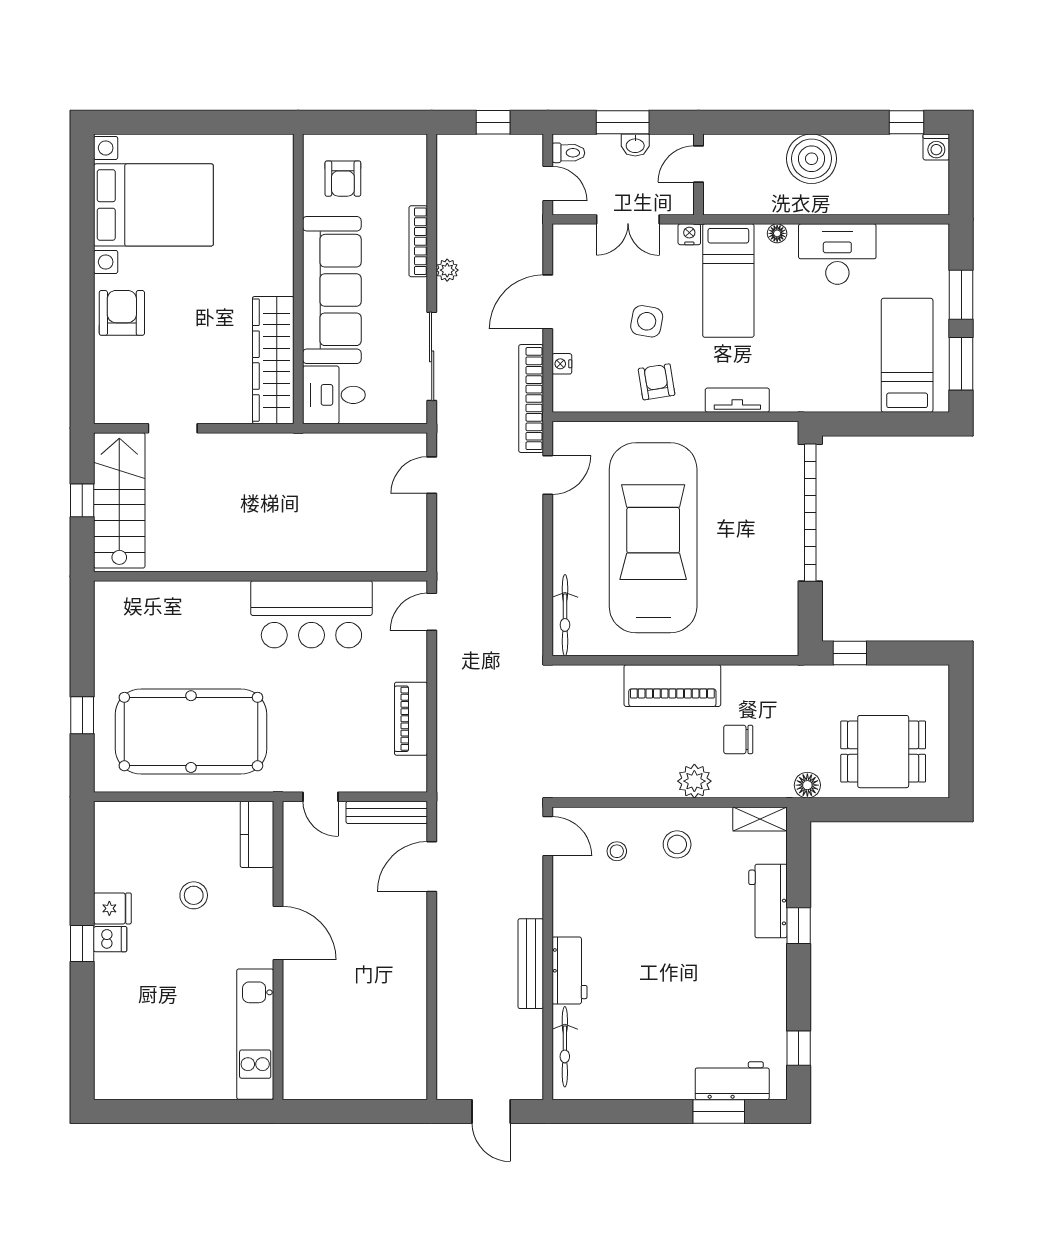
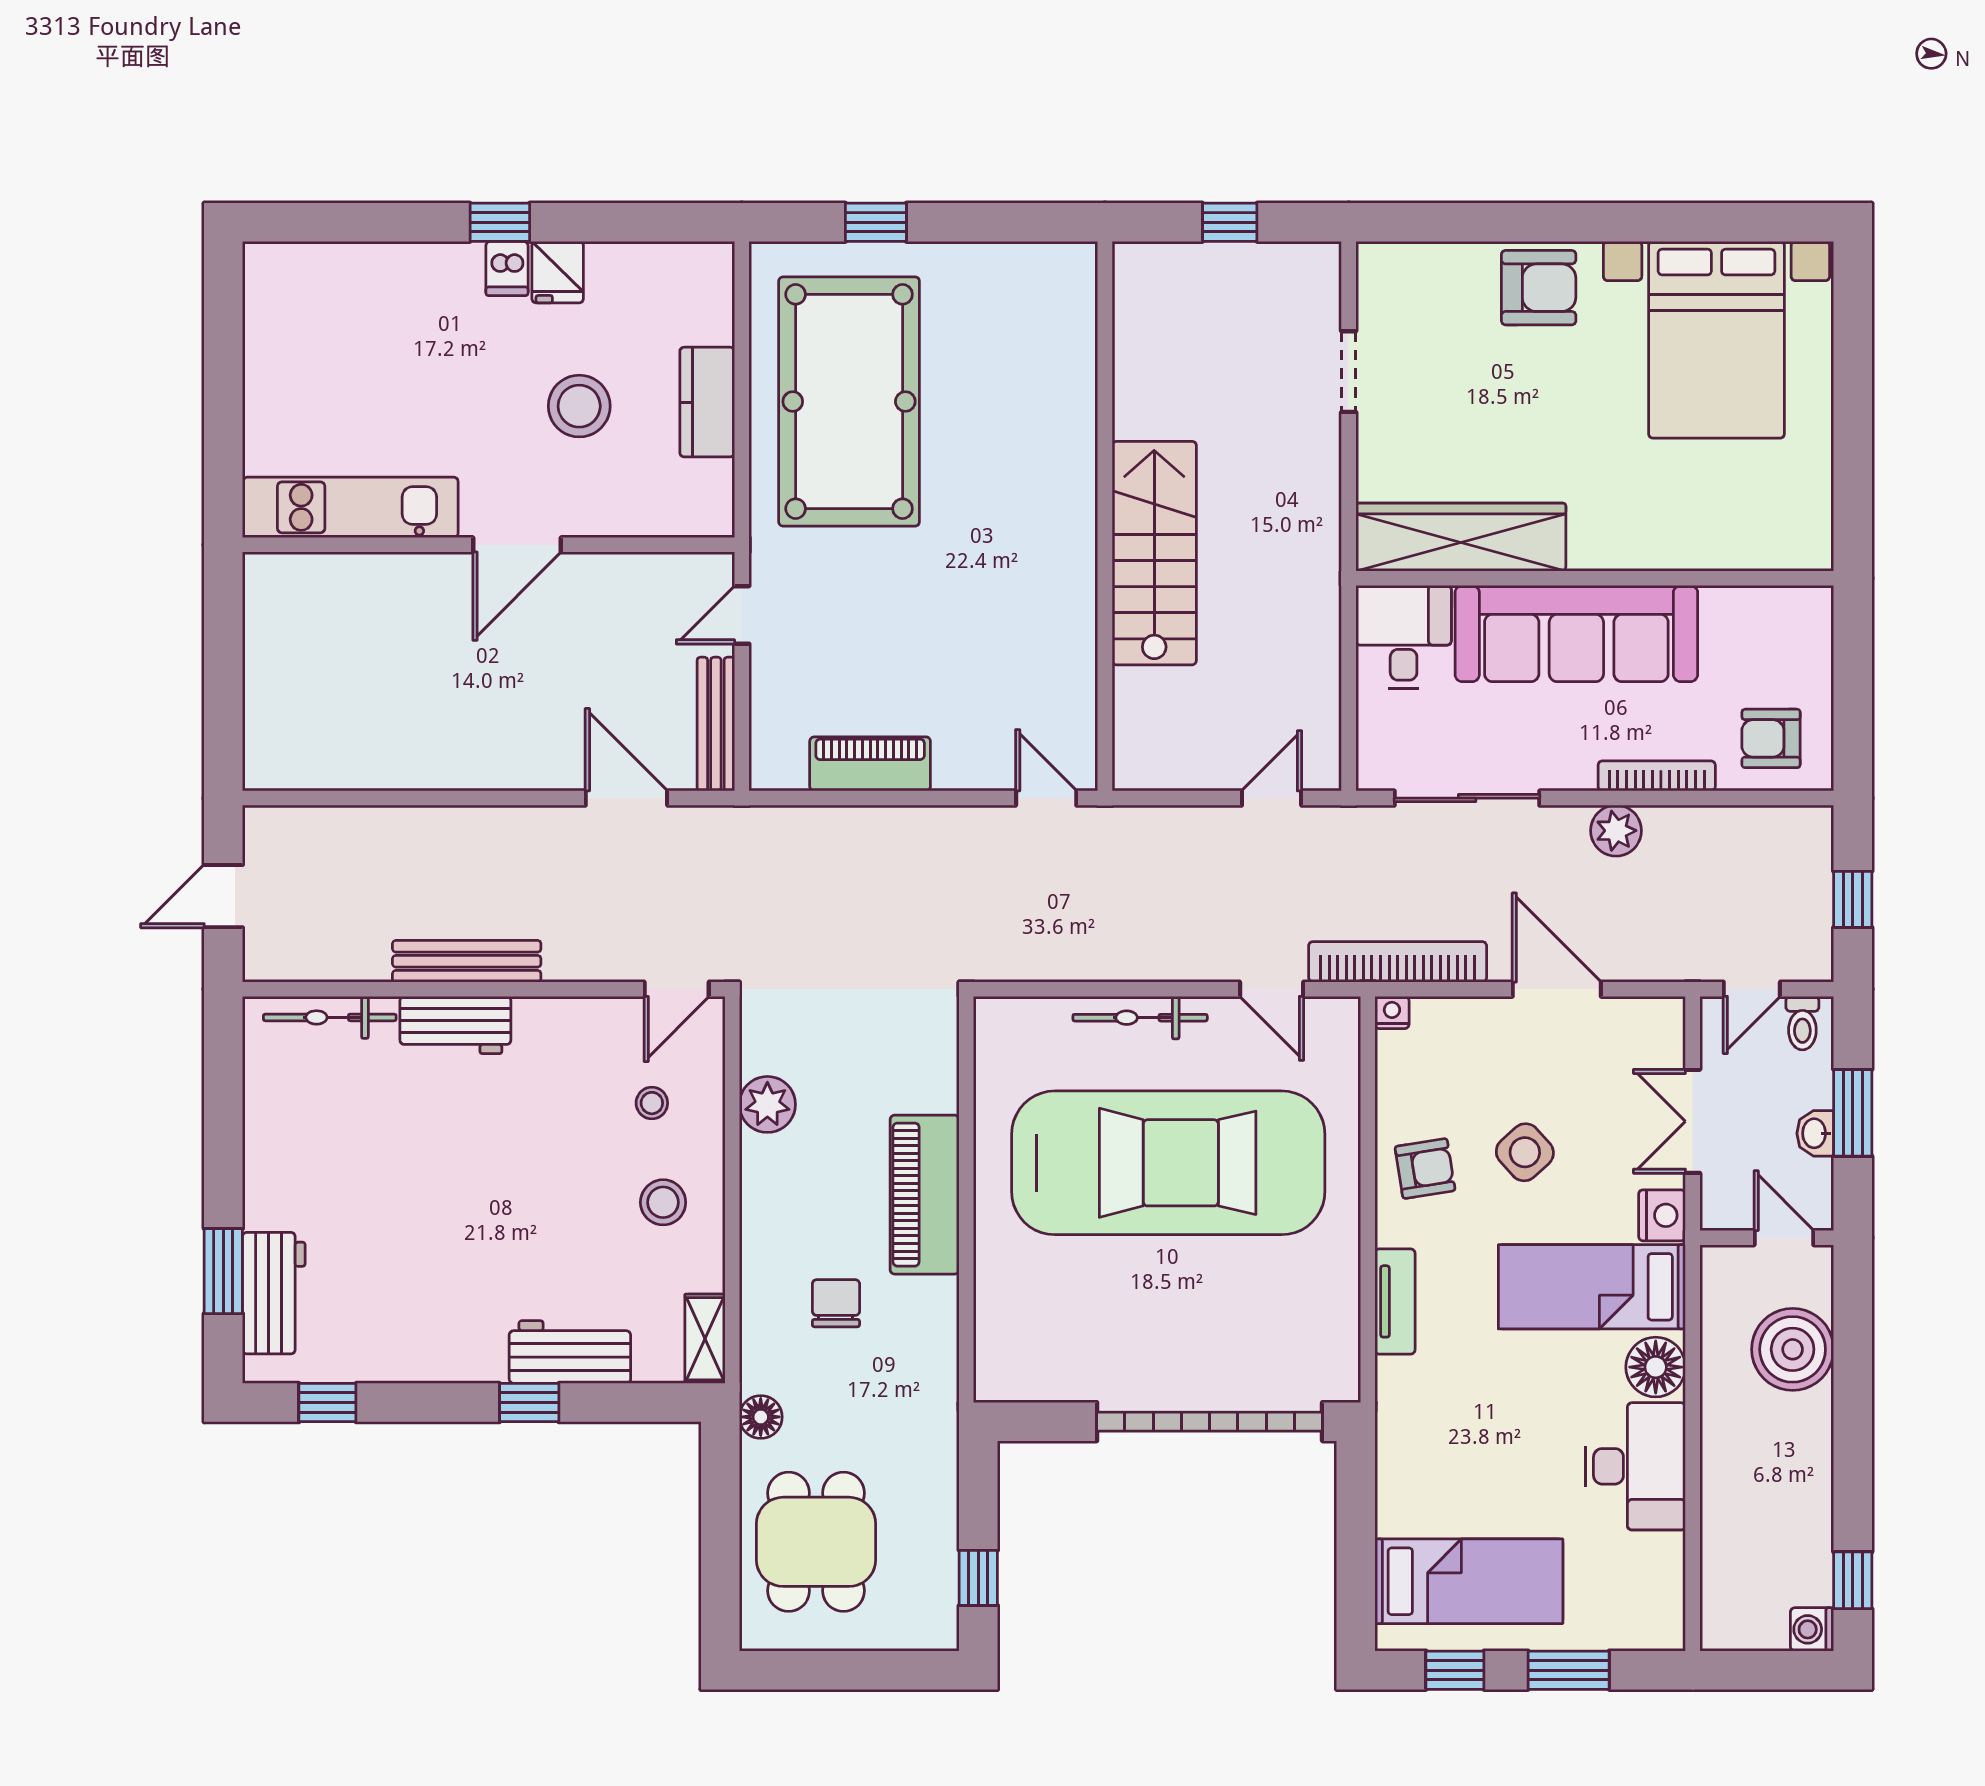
boiler: (812, 159) -> (1793, 1349), moved
armchair: (343, 179) -> (1771, 738), moved
floor lamp: (777, 233) -> (1656, 1367), width x1.89, depth x1.89
nightstand: (689, 234) -> (1662, 1215), width x1.39, depth x1.35
plant: (447, 270) -> (1616, 831), width x1.38, depth x1.38
side table: (647, 321) -> (1525, 1152), turned 38
nightstand: (562, 364) -> (1392, 1012), moved
window: (961, 364) -> (1455, 1670), width x0.67
door: (432, 475) -> (1272, 798), hinge flipped
stairs: (119, 500) -> (1154, 553), moved, turned -90
bar counter: (311, 614) -> (1042, 600), removed
bicycle: (565, 615) -> (1140, 1018), moved
window: (850, 653) -> (978, 1578), moved
plant: (694, 781) -> (767, 1104), moved
kitchen counter: (257, 834) -> (707, 402), moved, turned -90
stool: (194, 895) -> (579, 406), width x1.38, depth x1.38

